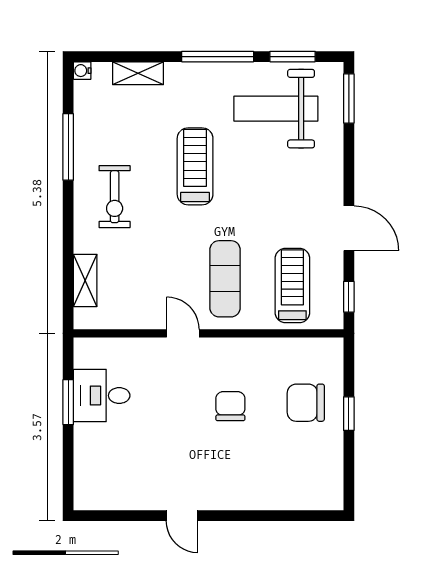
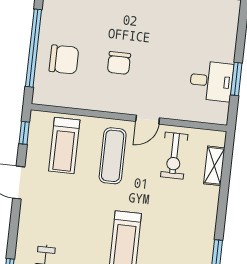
exercise bike: (115, 197) -> (174, 156), moved, turned 180
door: (183, 333) -> (148, 120), hinge flipped
window: (349, 414) -> (34, 48), width x3.17

